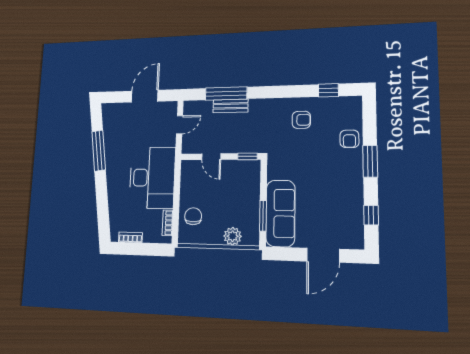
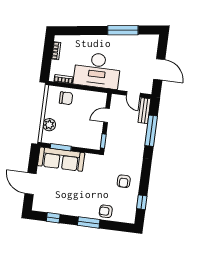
bench: (230, 106) -> (144, 111), moved

